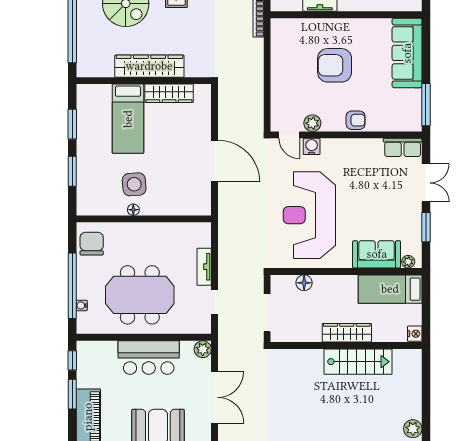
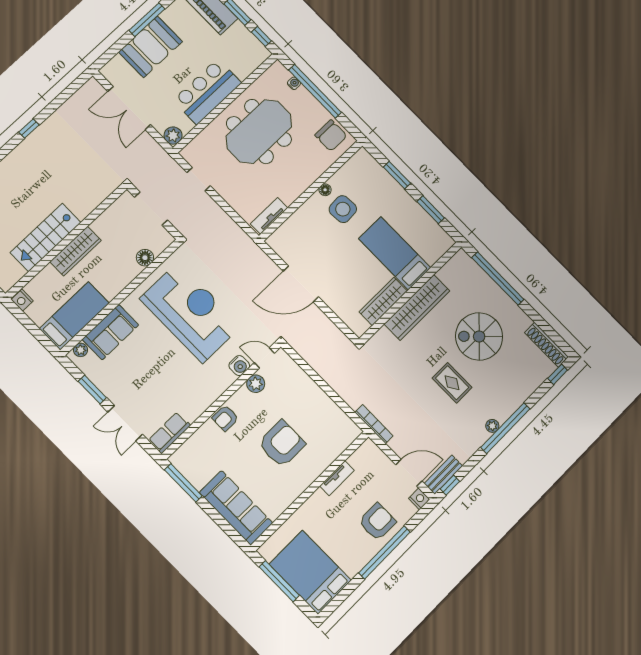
tv unit: (204, 267) -> (269, 216), moved, turned -90

